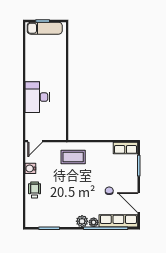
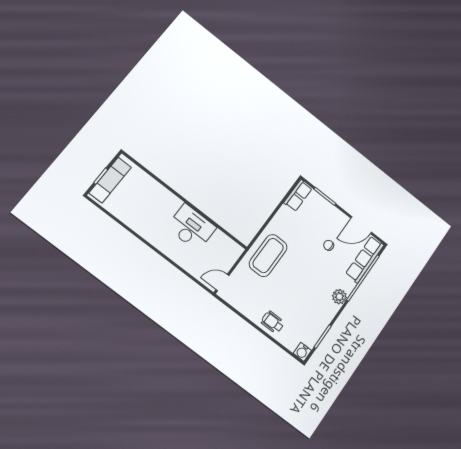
desk: (37, 97) -> (191, 227), moved, turned 180
door: (35, 141) -> (222, 283), swing flipped
coffee table: (73, 157) -> (268, 255), width x1.36, depth x1.32
water cooler: (30, 168) -> (302, 352), moved
plant: (94, 222) -> (349, 286), removed

